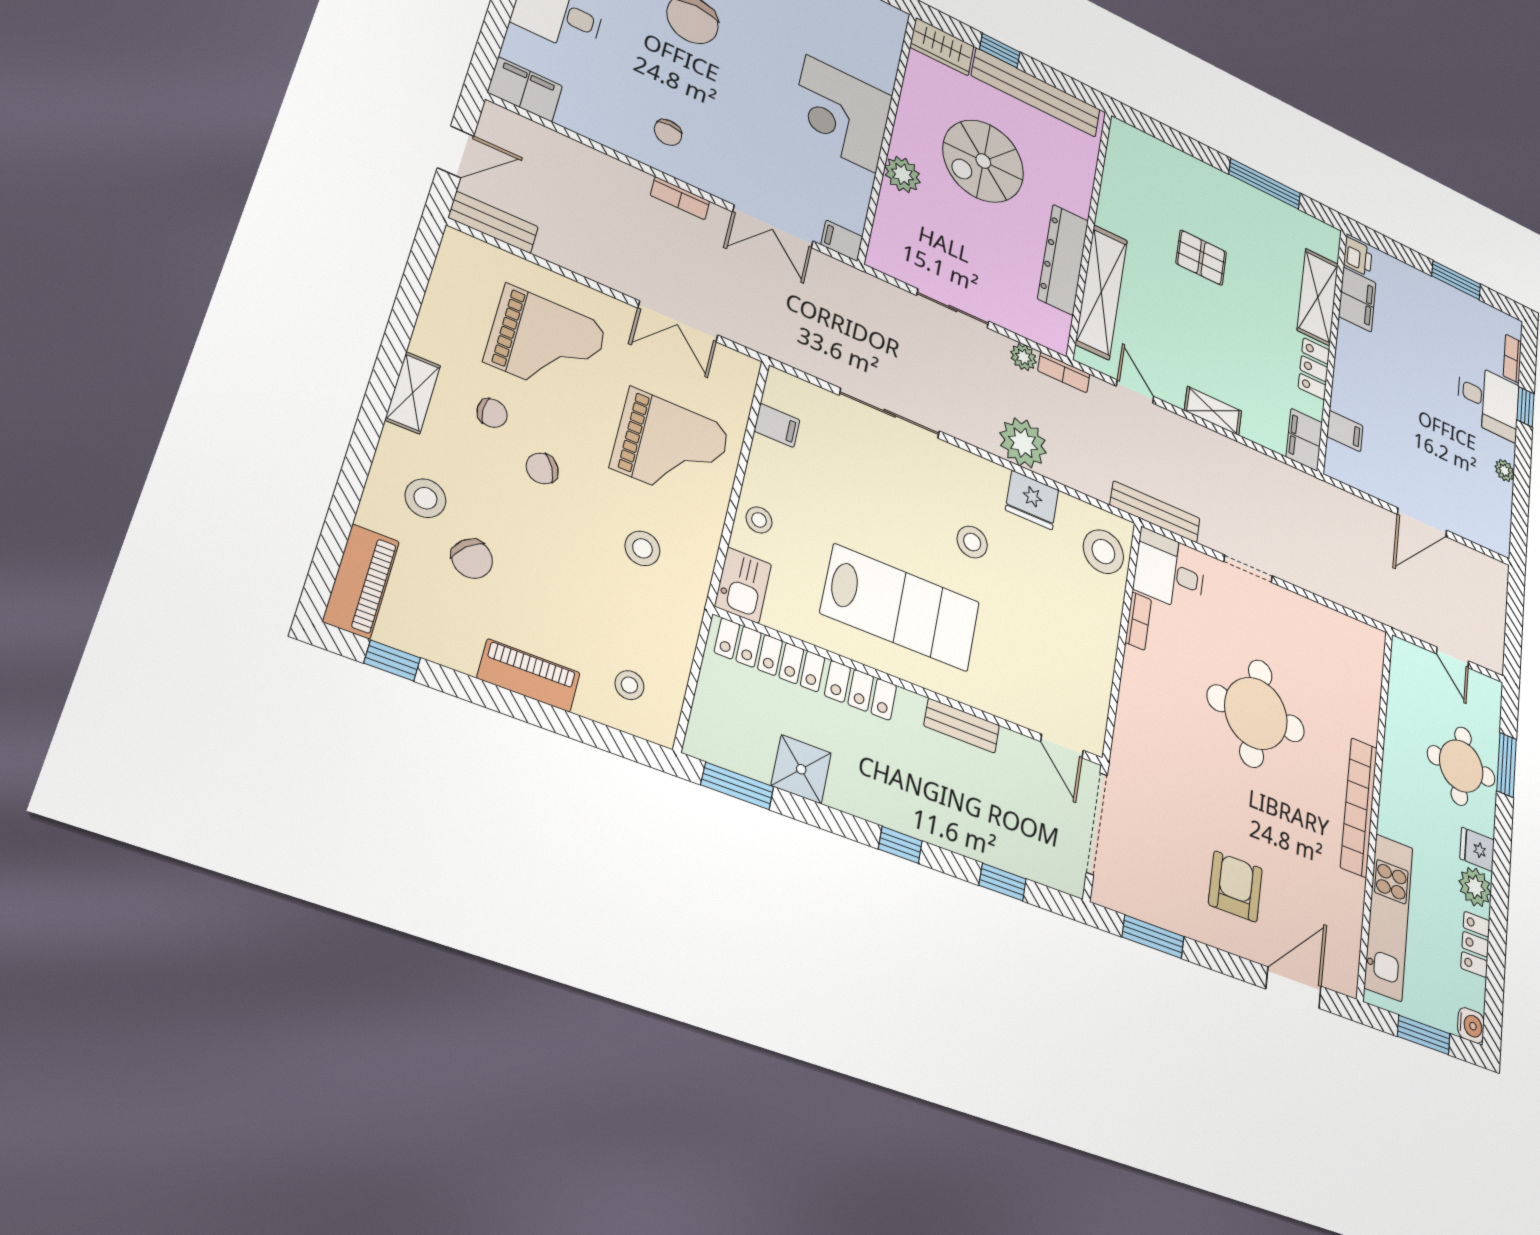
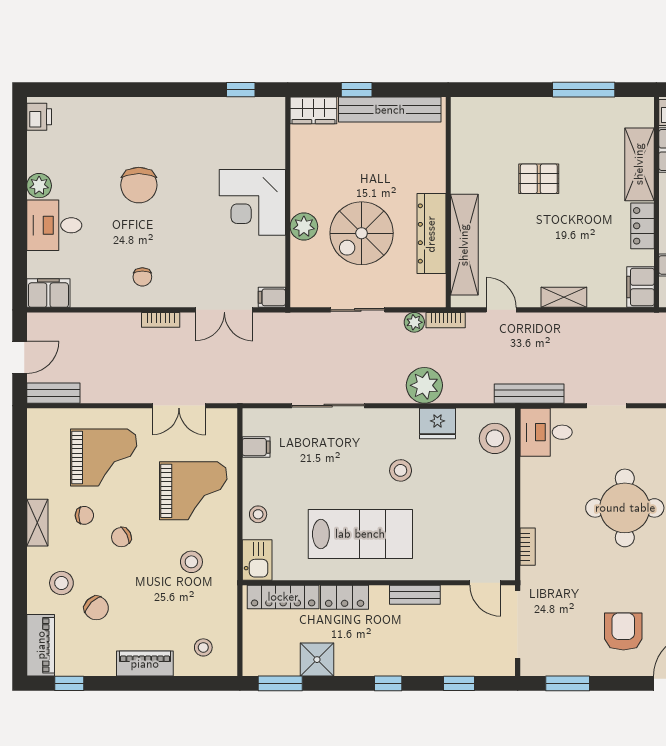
spiral stairs: (983, 161) -> (362, 233), moved
bookcase: (1138, 621) -> (528, 547), moved

